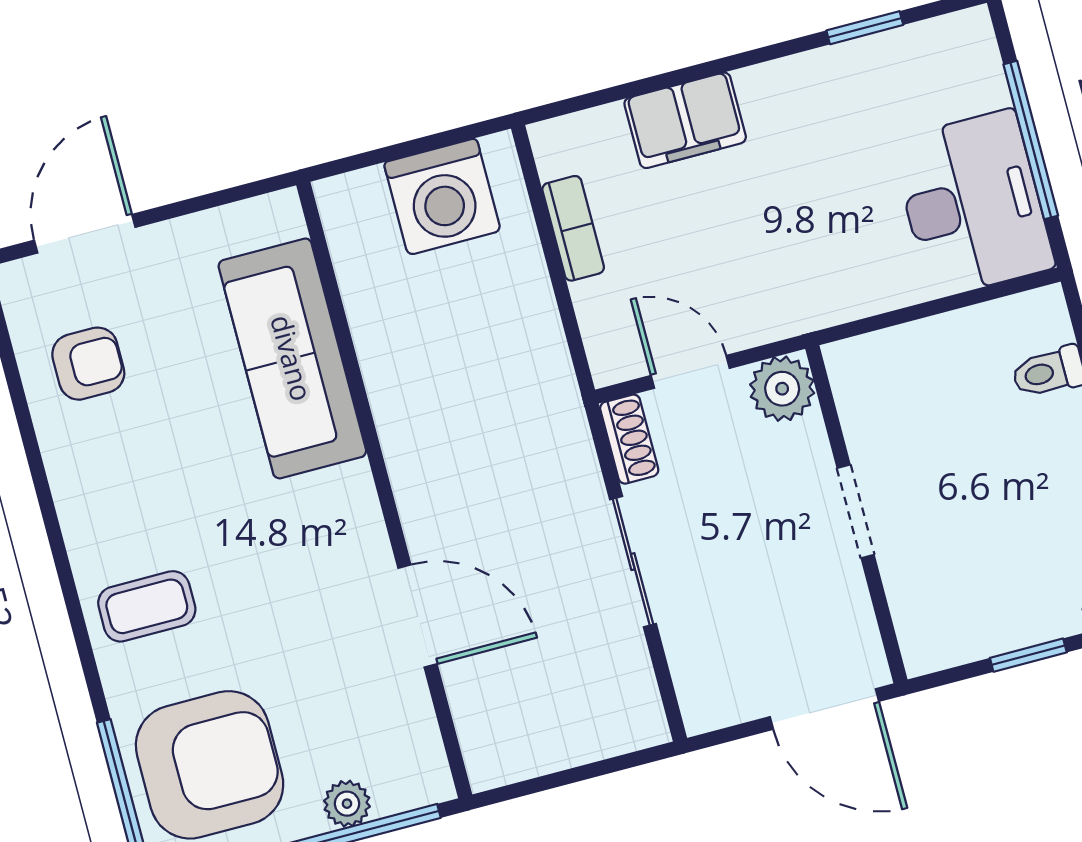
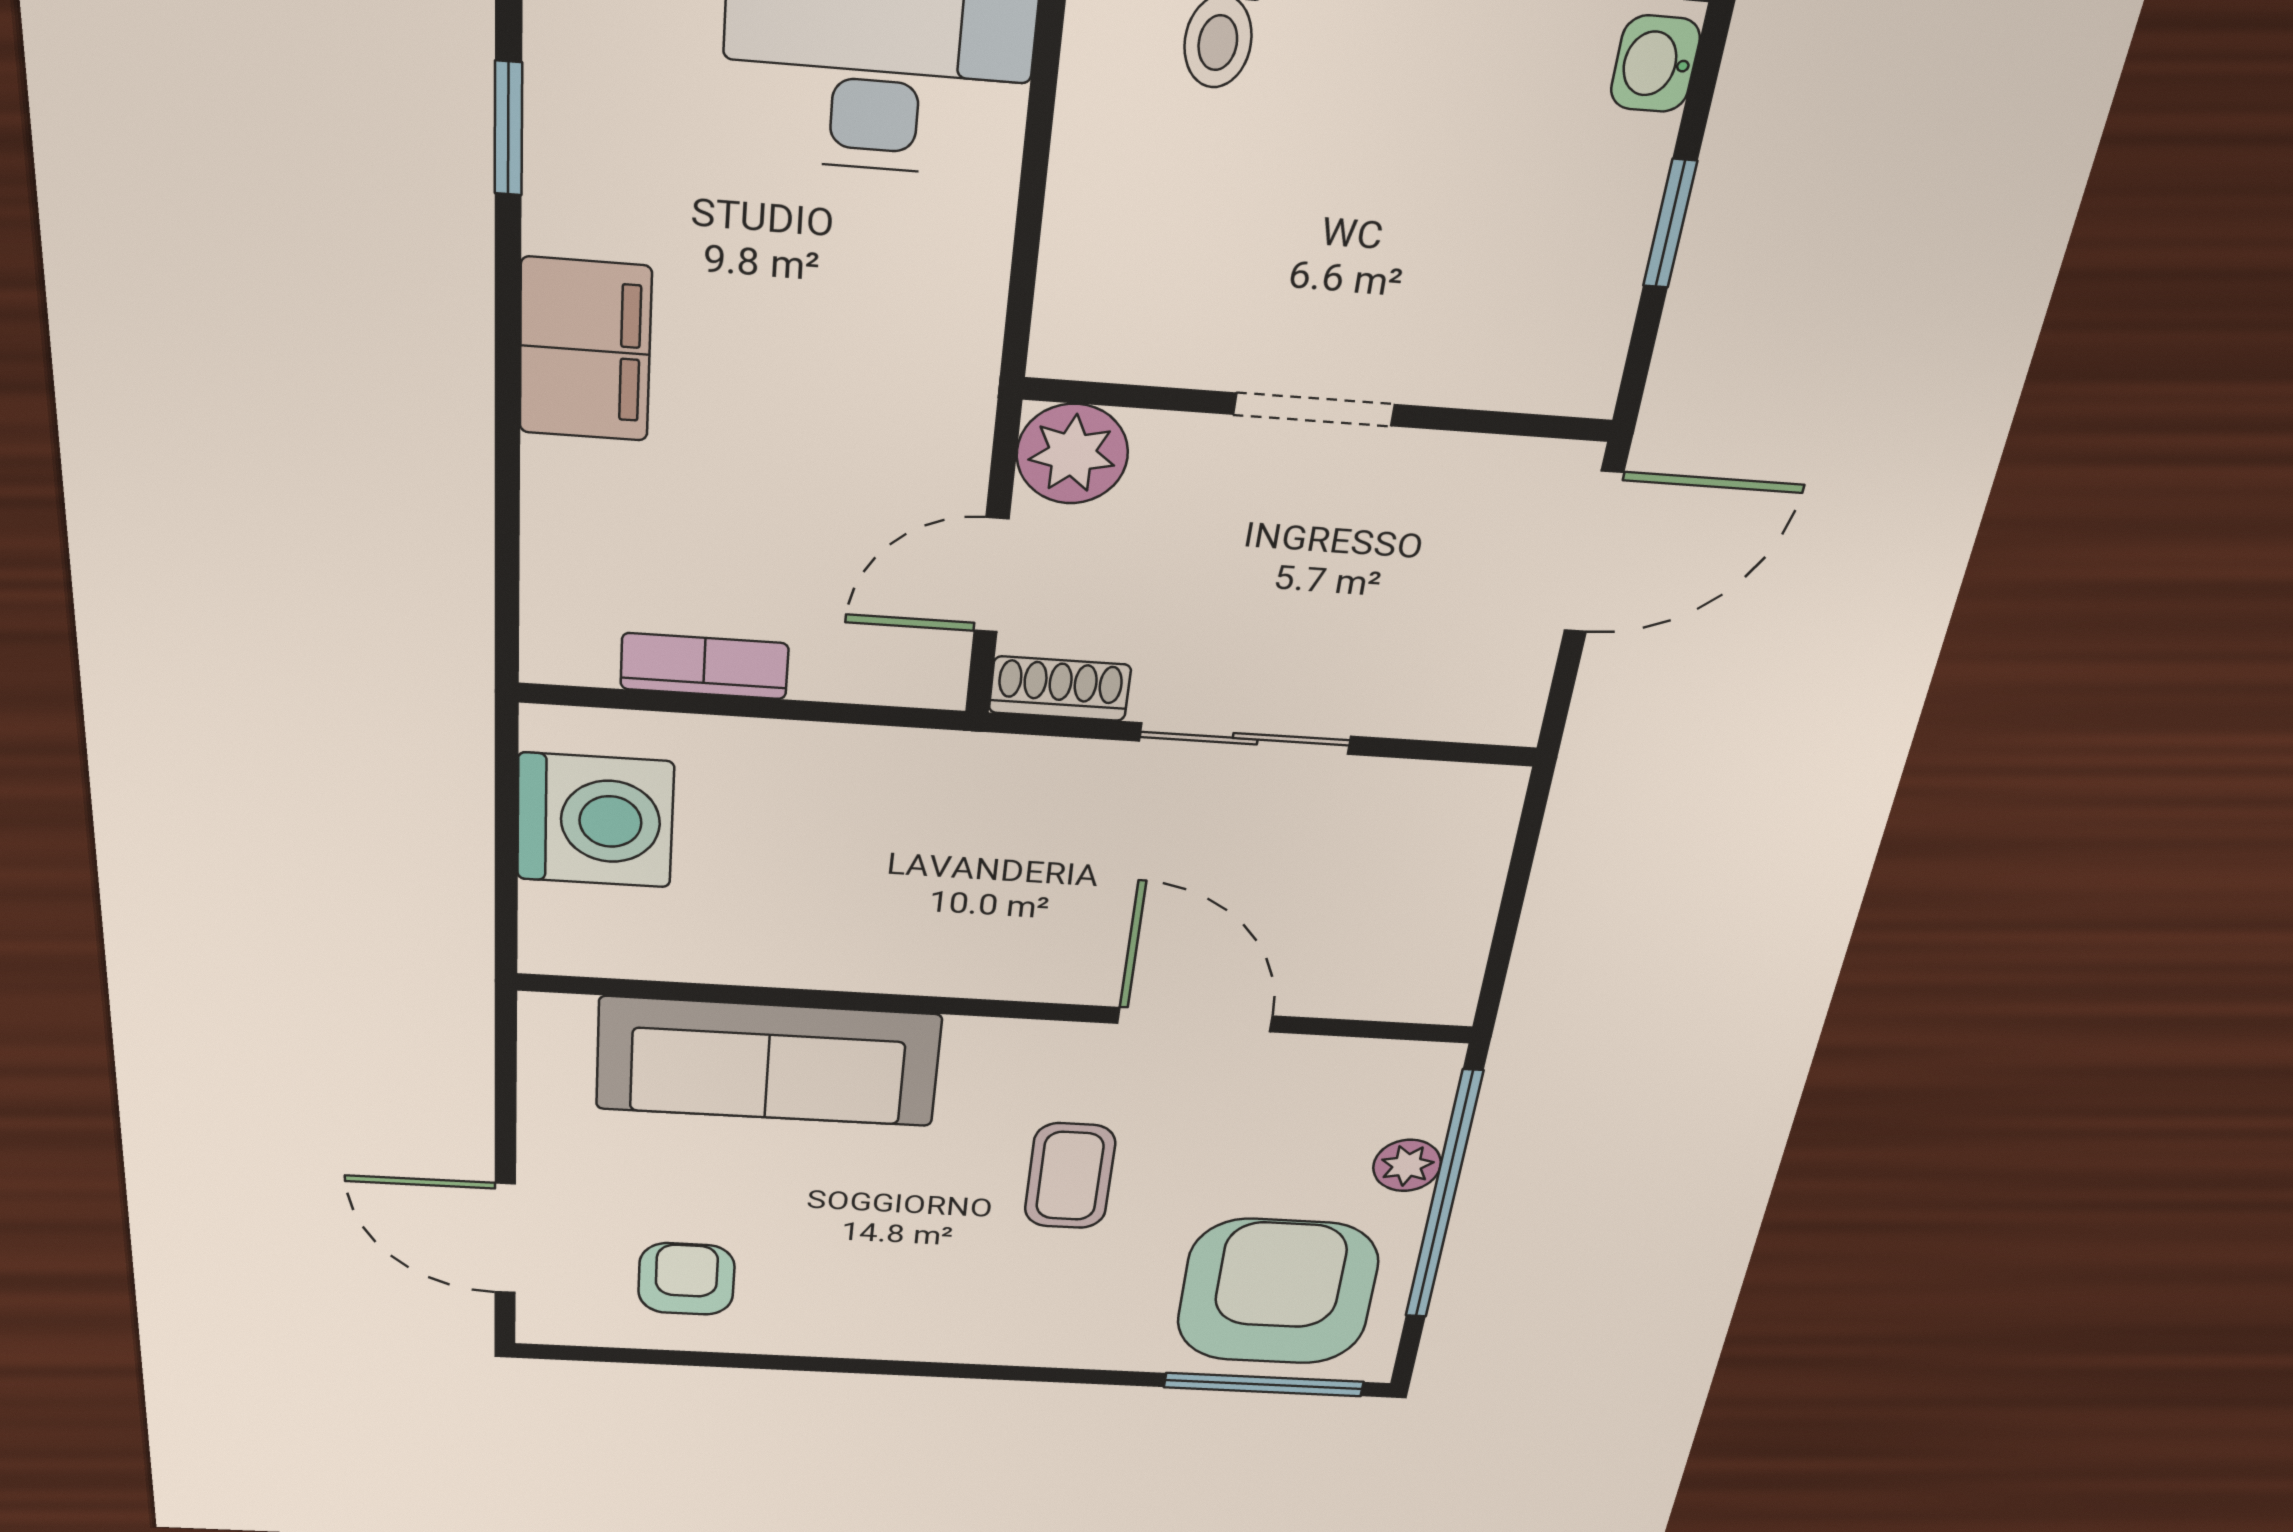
filing cabinet: (685, 120) -> (585, 350), moved
coffee table: (147, 606) -> (1070, 1176), moved
door: (418, 616) -> (1195, 1020), hinge flipped

